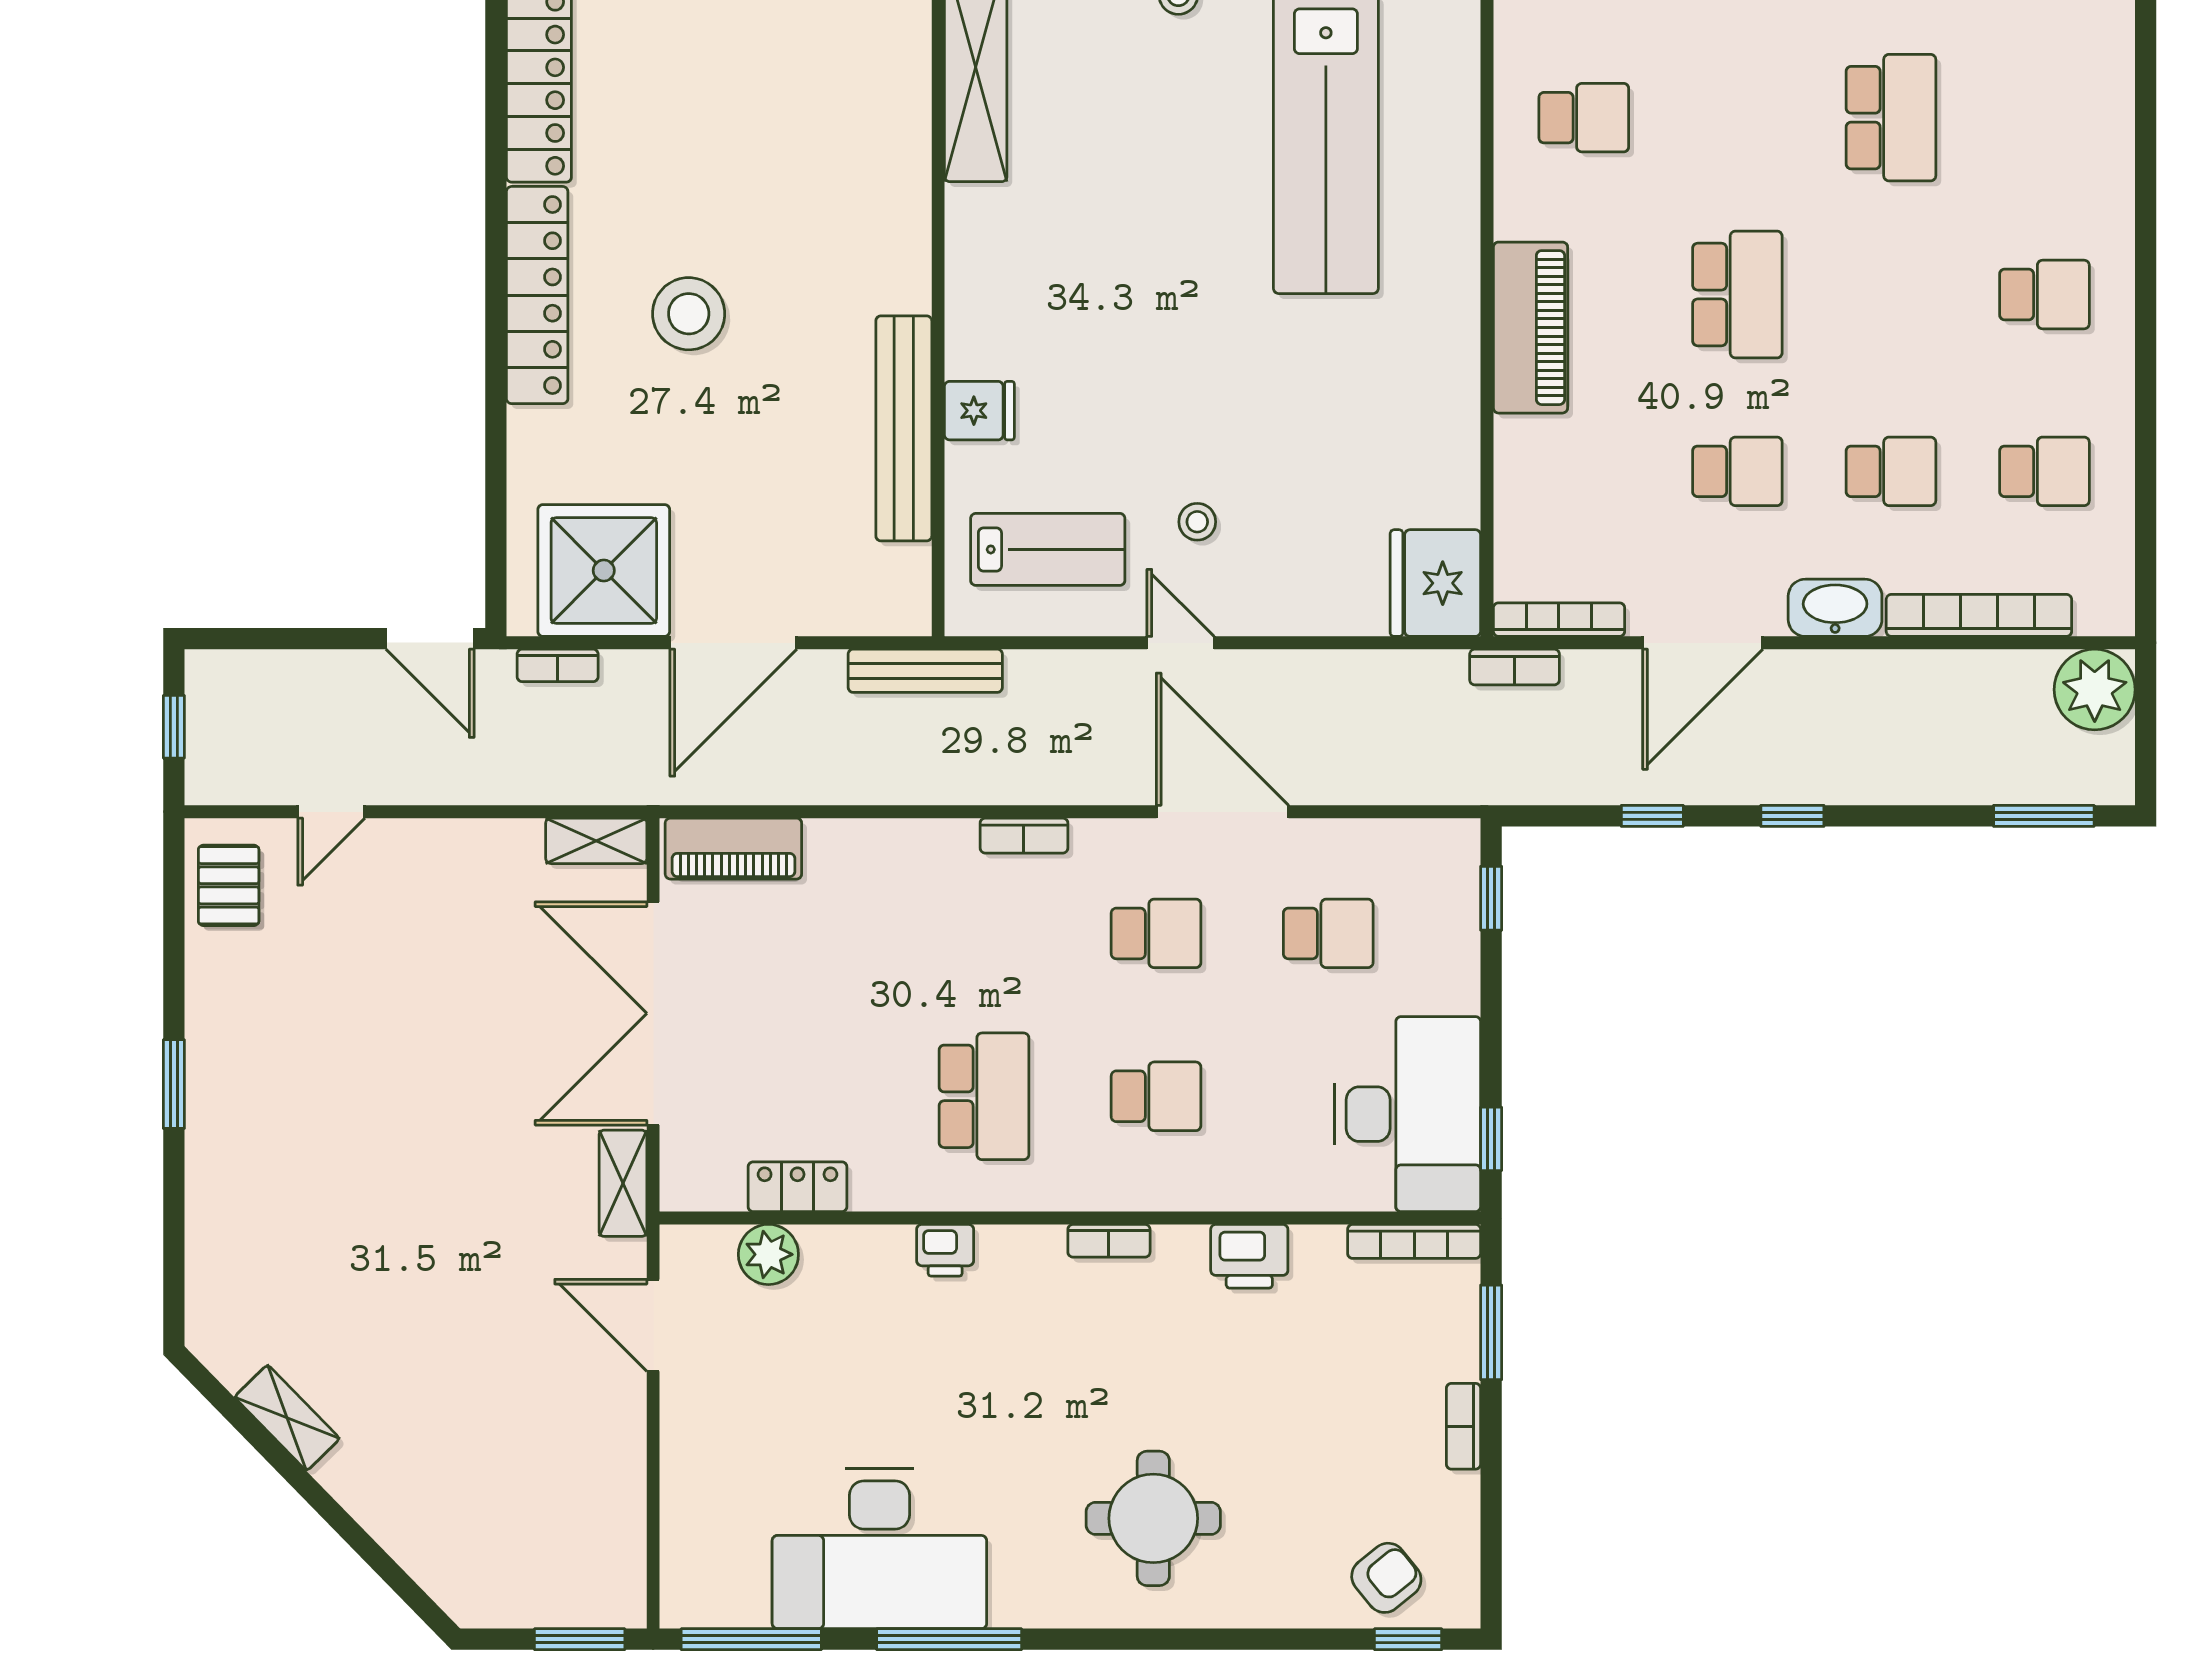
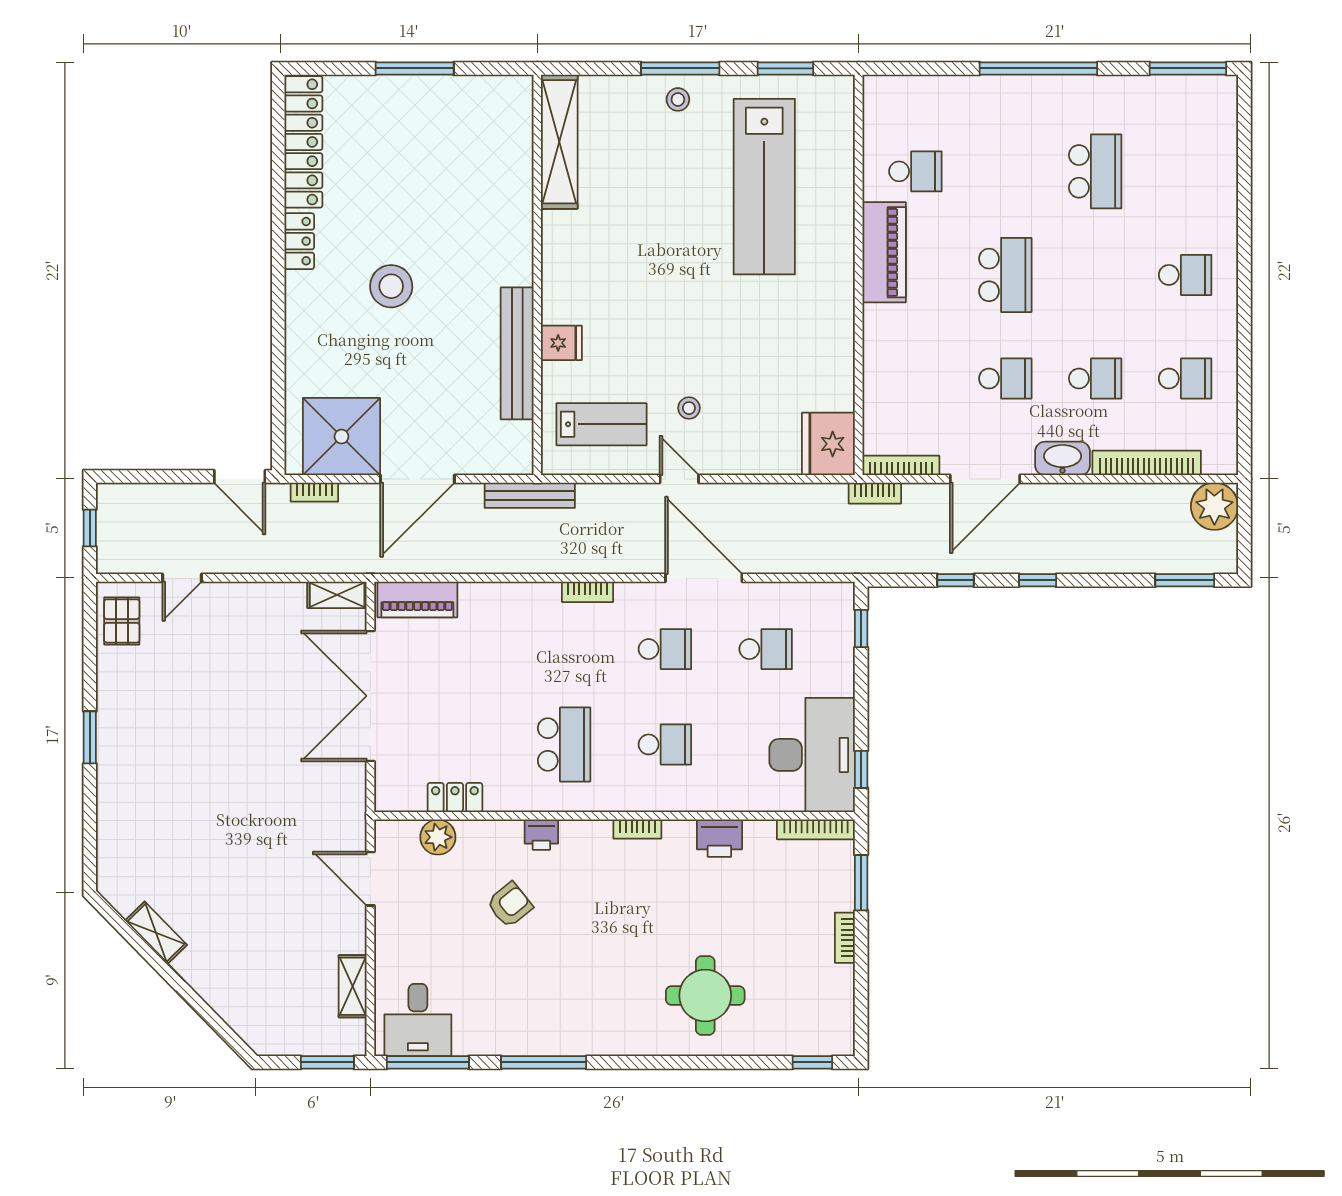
locker: (537, 295) -> (299, 241), width x0.46, depth x0.83
piano: (1530, 328) -> (884, 252), moved
shelving: (623, 1183) -> (353, 986), moved
round table: (1153, 1518) -> (705, 996), moved
desk: (879, 1548) -> (418, 1020), moved, width x0.53, depth x0.77
armchair: (1386, 1578) -> (510, 905), moved

